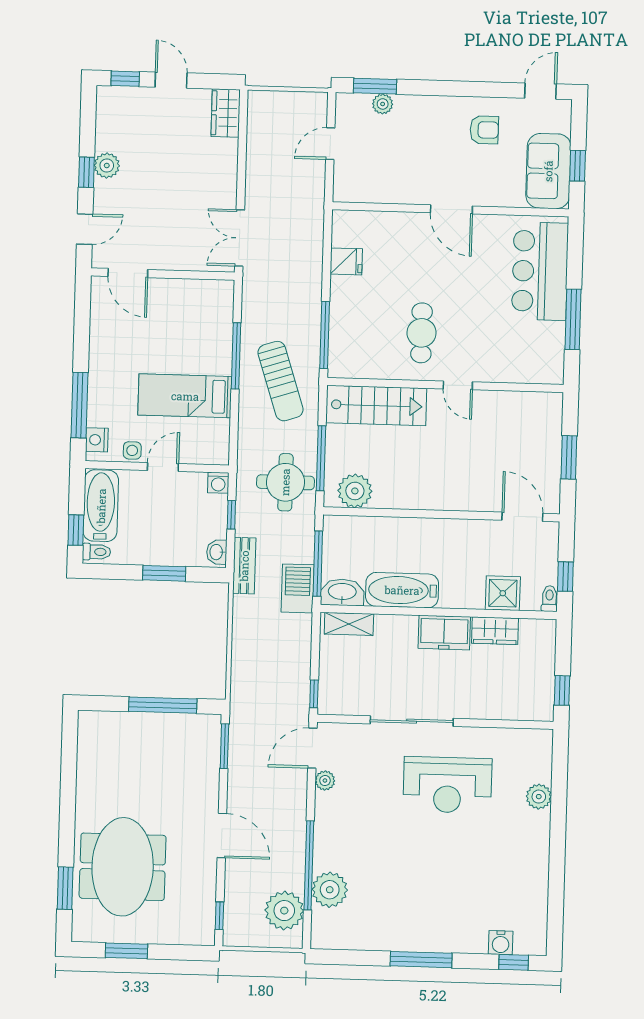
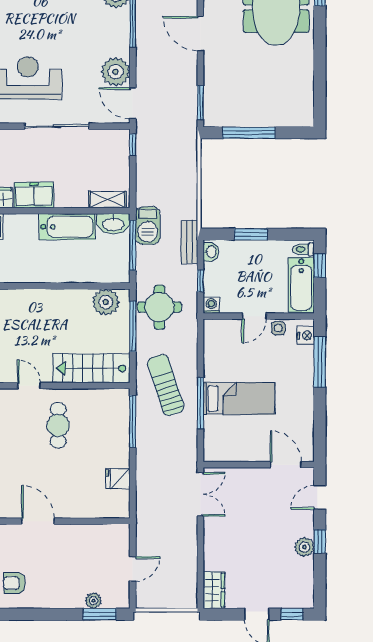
bed: (185, 396) -> (239, 398), moved
door: (312, 748) -> (133, 103), swing flipped
plant: (325, 781) -> (116, 72), width x1.88, depth x1.88

